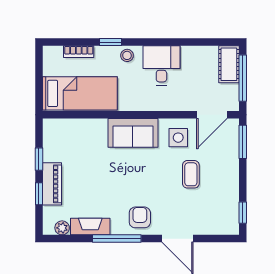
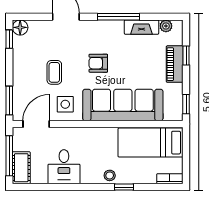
bookcase: (79, 52) -> (170, 179), moved
desk: (161, 65) -> (64, 167), moved
sofa: (133, 133) -> (123, 105), width x1.85, depth x1.27
window: (39, 159) -> (186, 104), moved
armchair: (140, 217) -> (98, 63), moved, turned 90
floor lamp: (230, 226) -> (20, 27), added

